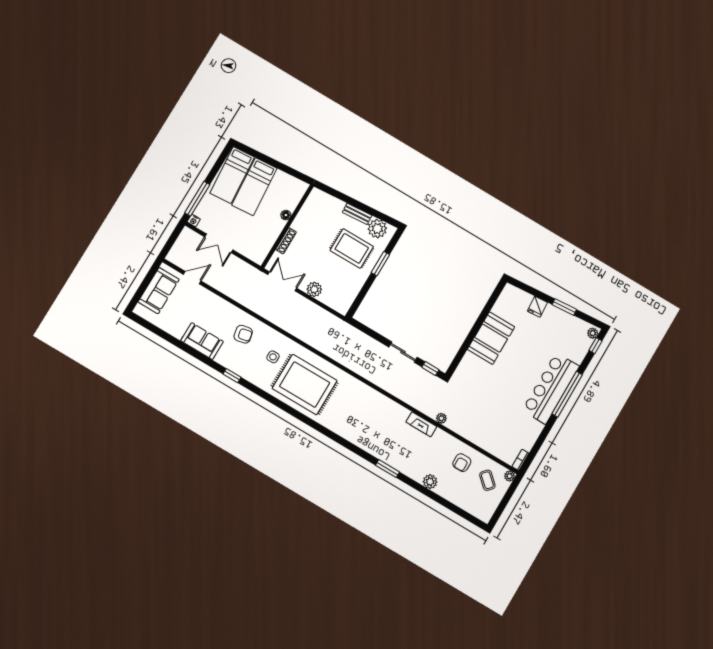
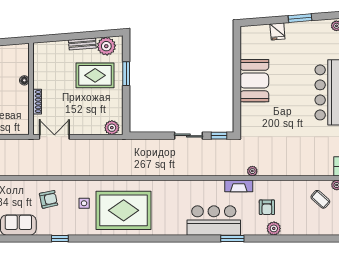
plant: (314, 289) -> (112, 128), moved
bar counter: (380, 442) -> (214, 220), added
armchair: (462, 463) -> (267, 207), moved

